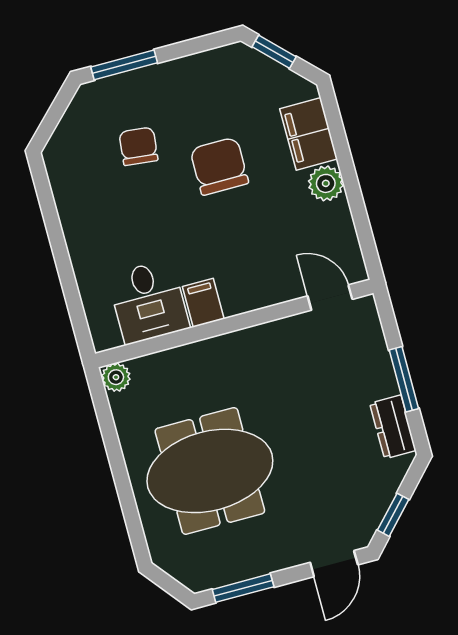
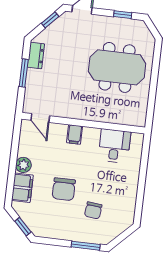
filing cabinet: (203, 303) -> (75, 134), moved
plant: (116, 377) -> (140, 121), removed
window: (243, 588) -> (123, 15), width x0.67

